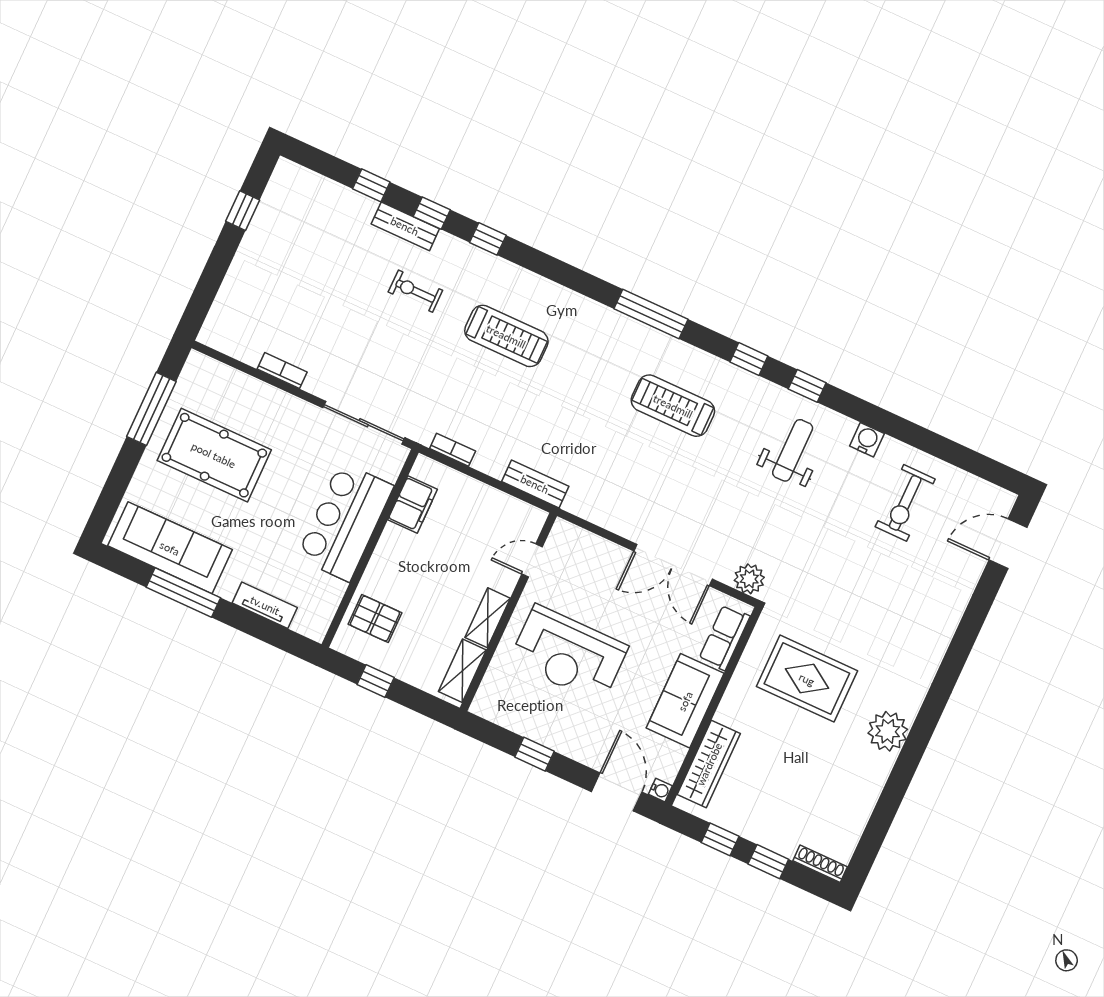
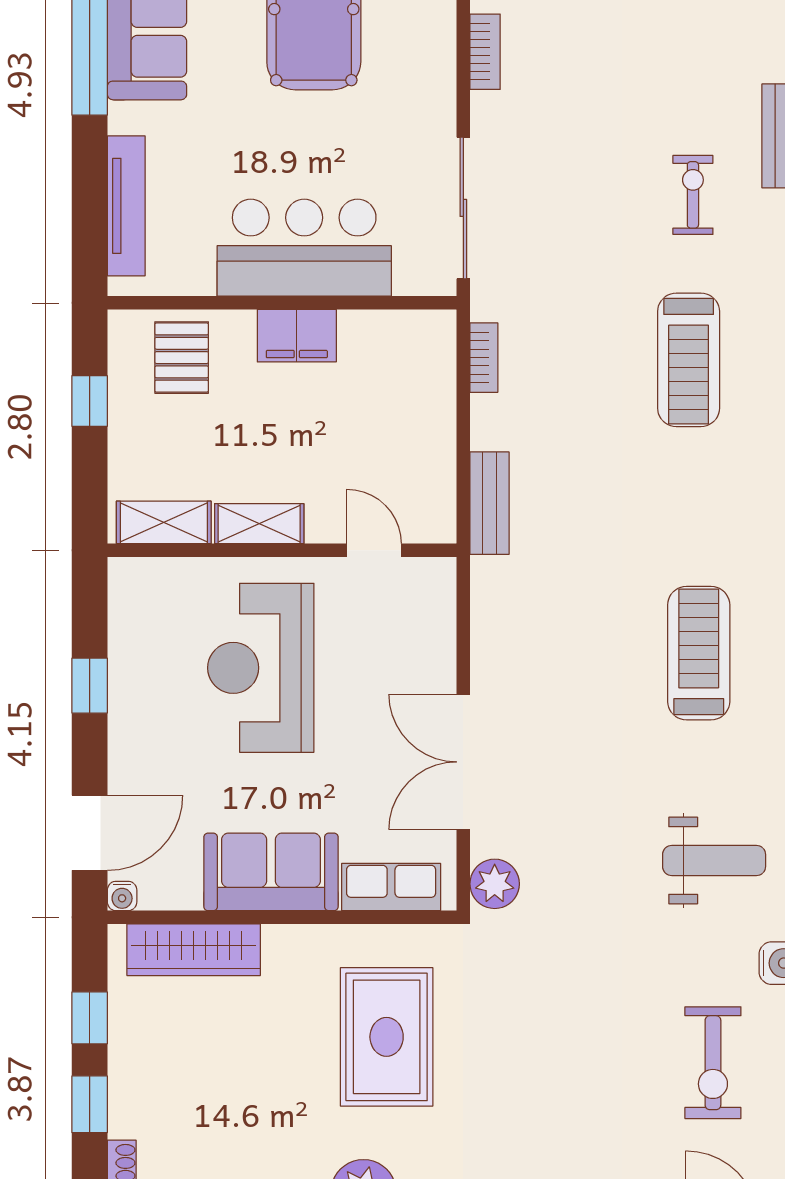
exercise bike: (905, 503) -> (713, 1063), turned -90
filing cabinet: (412, 505) -> (297, 336), moved
tv unit: (265, 605) -> (126, 206), width x1.41

